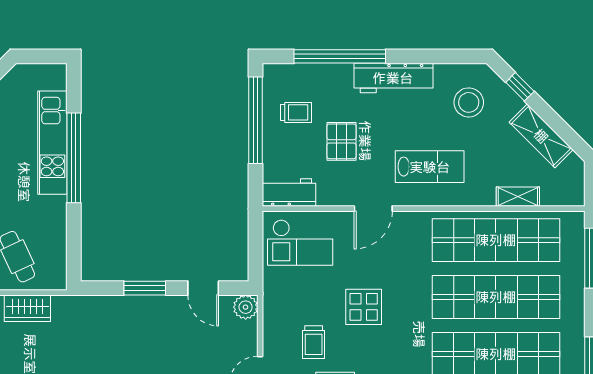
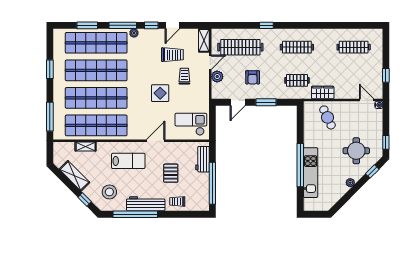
window: (340, 56) -> (135, 214), moved
trolley: (296, 112) -> (177, 201), moved
lab bench: (430, 167) -> (128, 161), turned 180
workbench: (289, 192) -> (202, 159), moved, turned 90
door: (203, 288) -> (238, 102), swing flipped
plant: (246, 307) -> (217, 77), moved
clothes rail: (81, 333) -> (297, 80), added
armchair: (172, 340) -> (253, 77), added

